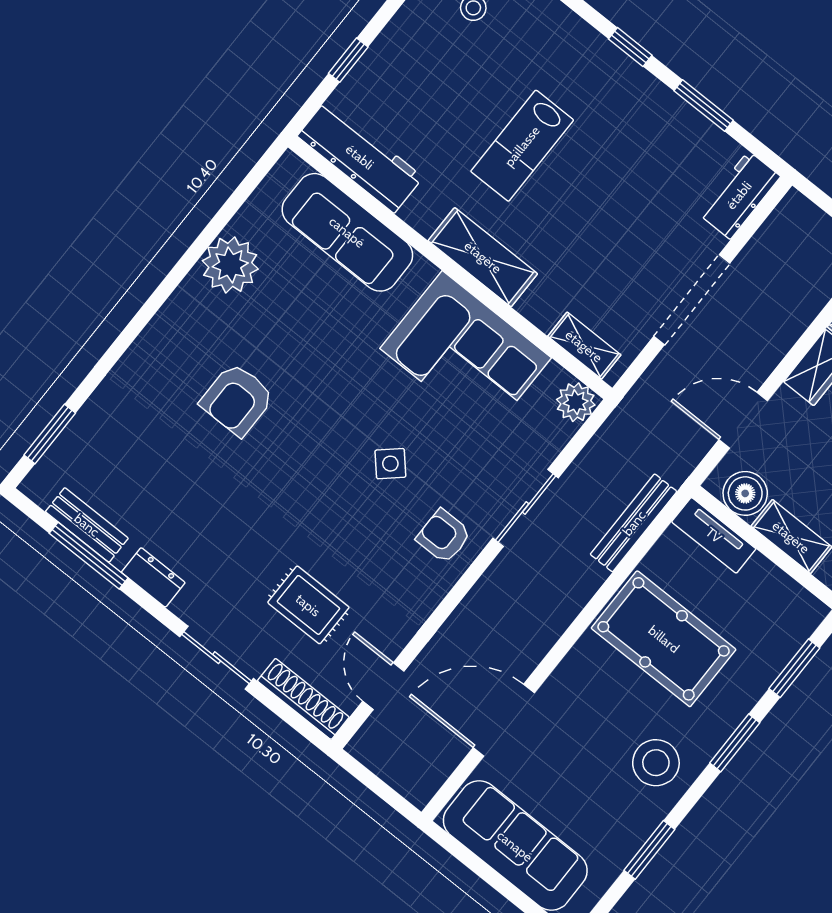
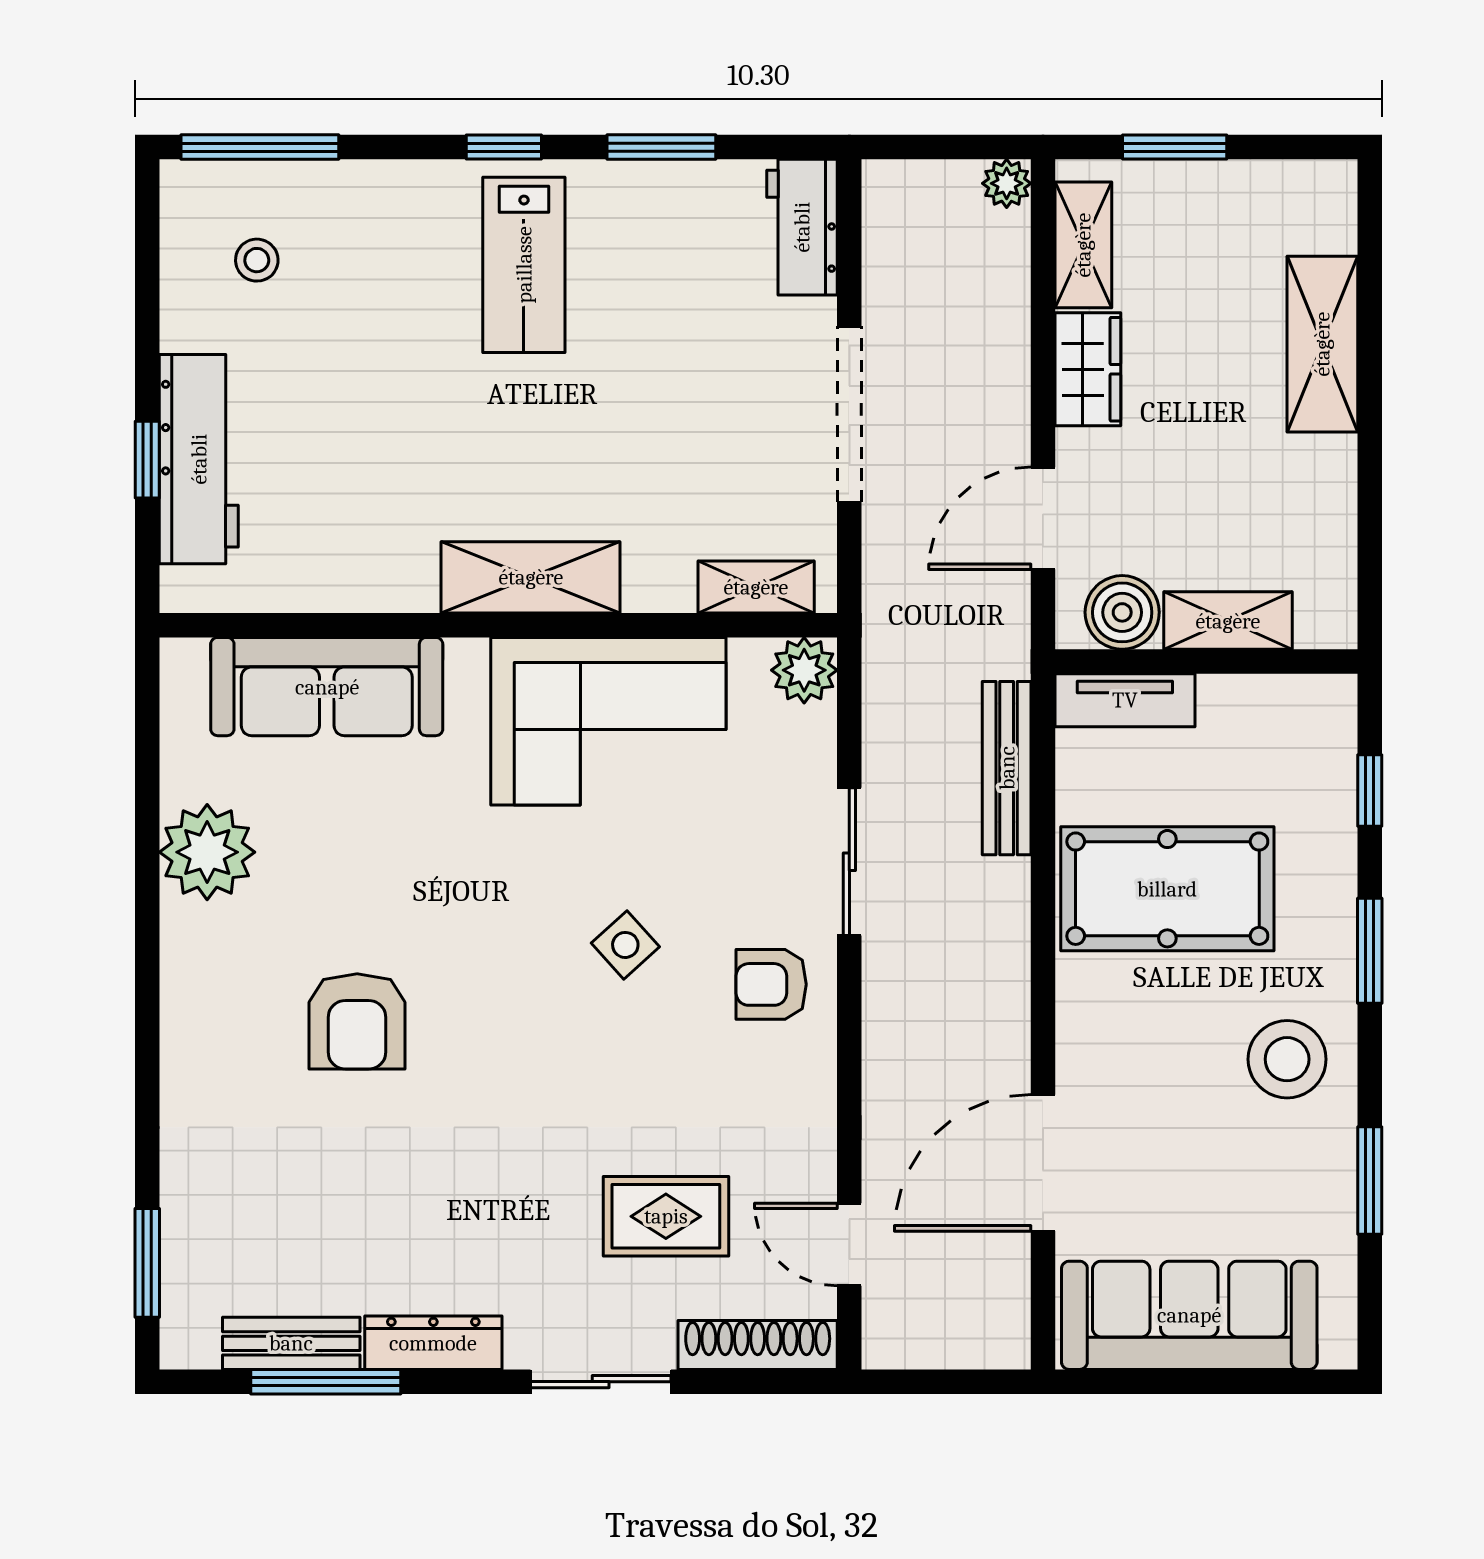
lab bench: (522, 146) -> (524, 265), moved
workbench: (360, 157) -> (199, 459), moved, turned 90
dresser: (153, 577) -> (433, 1343), width x1.44
window: (794, 668) -> (1370, 790), width x0.67

